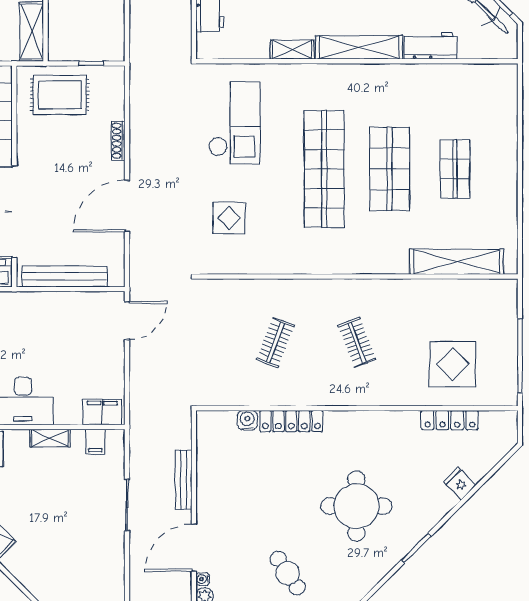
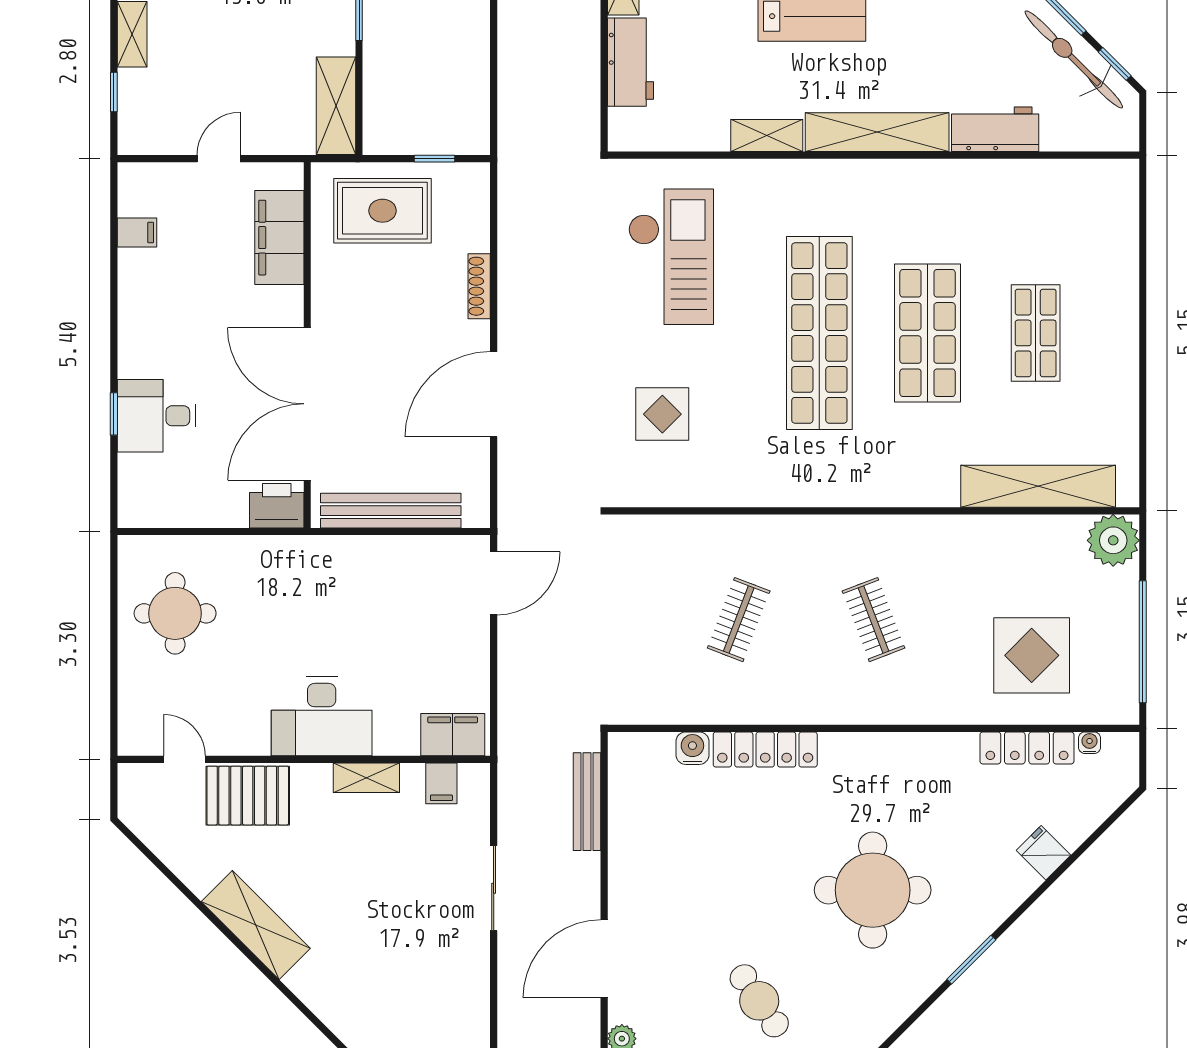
plant: (502, 294) -> (1113, 540), added
bench: (184, 480) -> (587, 802), moved
water cooler: (203, 579) -> (1090, 743), moved, turned 90

